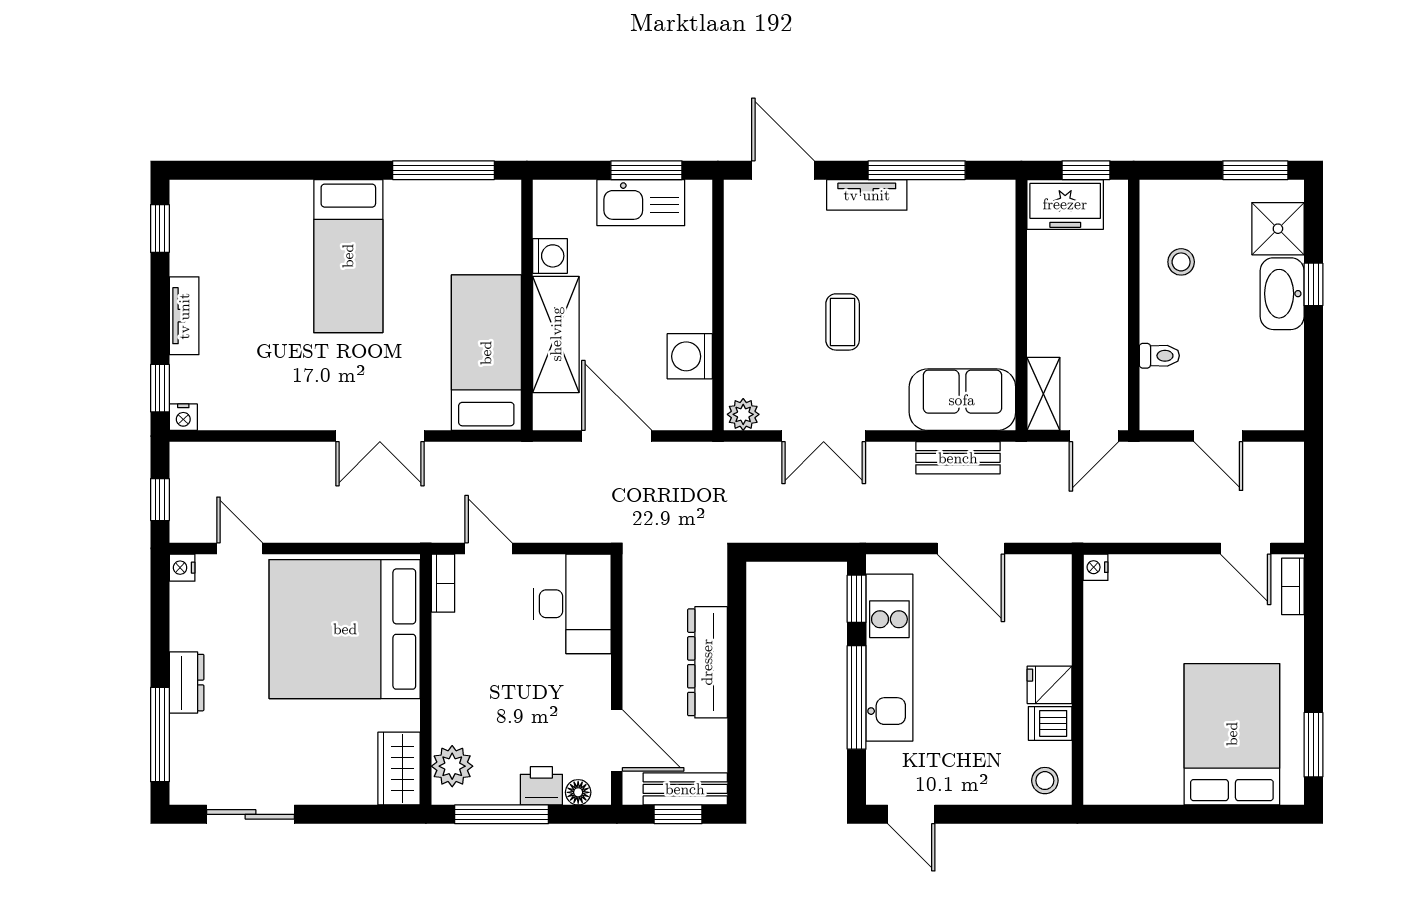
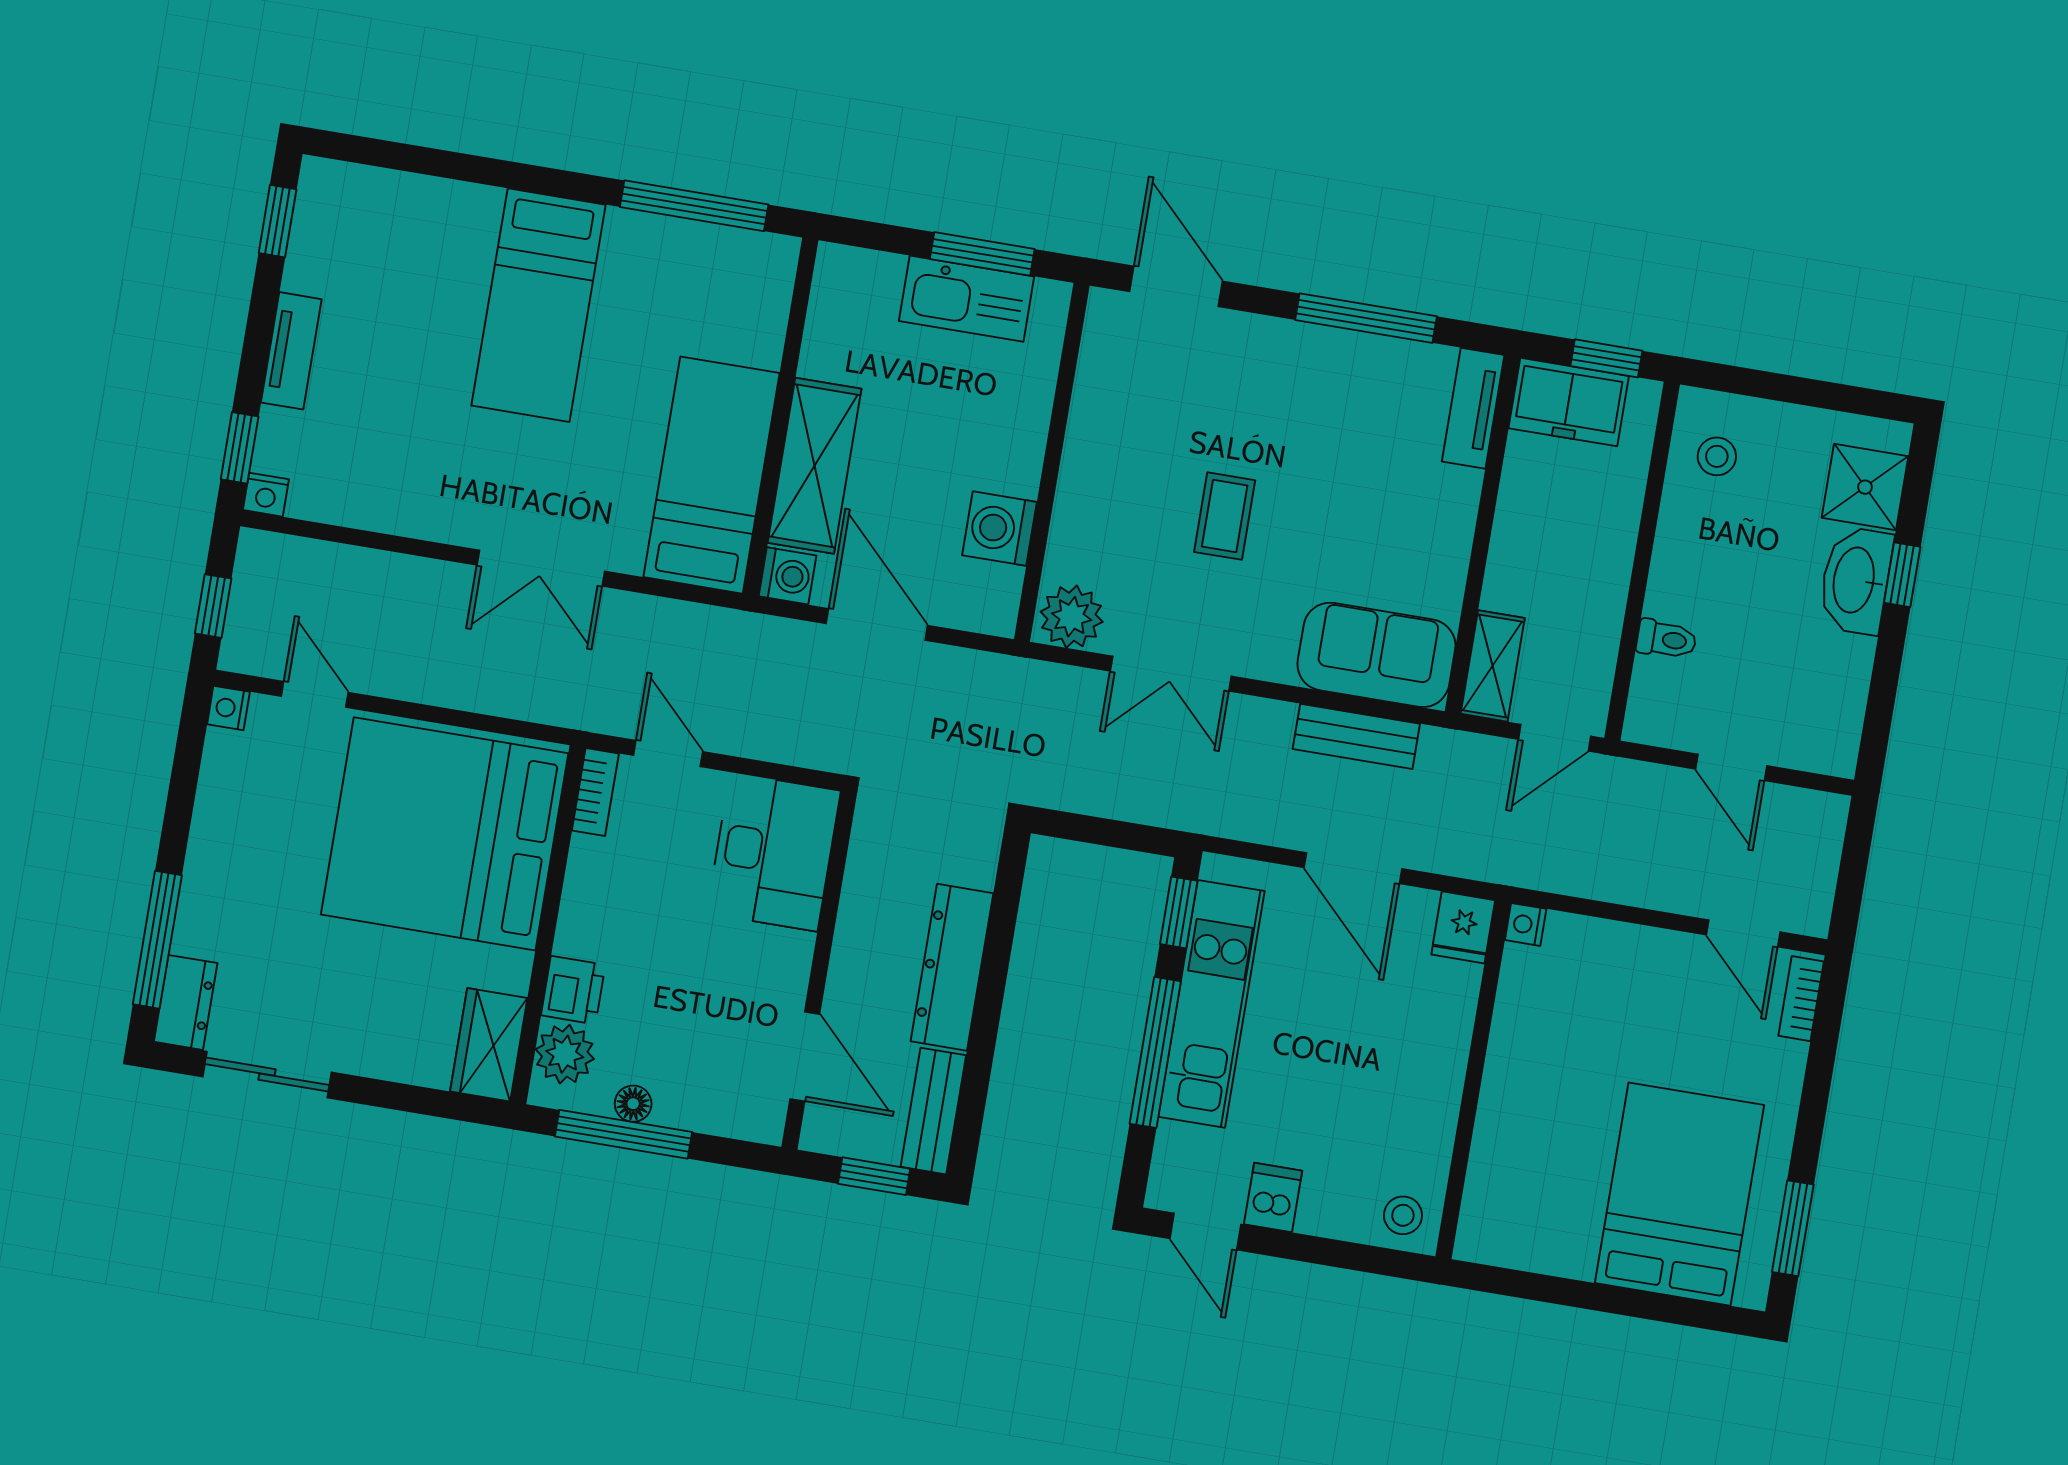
window: (1255, 170) -> (1847, 399), removed
tv unit: (867, 195) -> (1473, 408), moved, turned 90
washing machine: (550, 256) -> (788, 576), moved
stool: (1181, 262) -> (1717, 456), moved
plant: (743, 414) -> (1072, 617), width x1.38, depth x1.38
dresser: (187, 683) -> (186, 1002), moved
fridge: (1050, 685) -> (1463, 927), moved, turned -90
dishwasher: (1050, 723) -> (1273, 1197), moved, turned 90
printer: (541, 786) -> (573, 990), moved, turned 90
bench: (685, 789) -> (933, 1111), moved, turned 90
floor lamp: (578, 792) -> (633, 1104), moved

